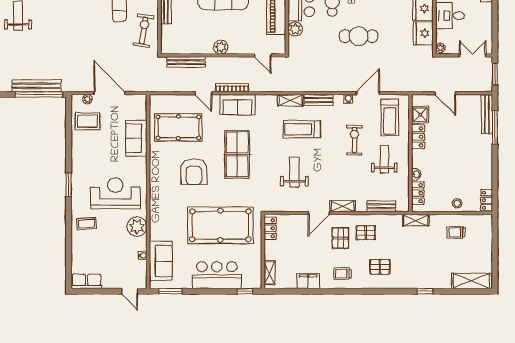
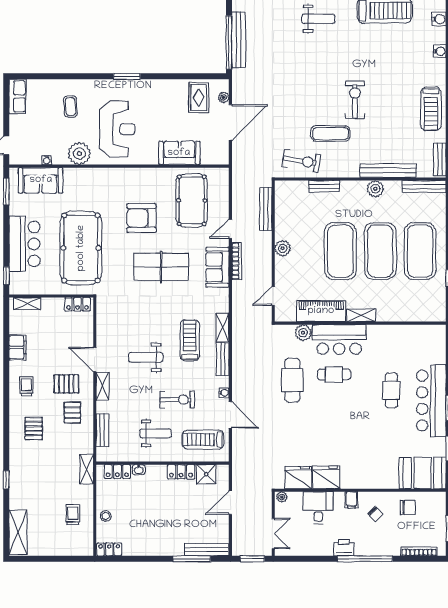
cafe table: (359, 36) -> (292, 380), moved
weight bench: (294, 172) -> (146, 357), moved, turned 180
coffee table: (87, 224) -> (70, 106), moved

